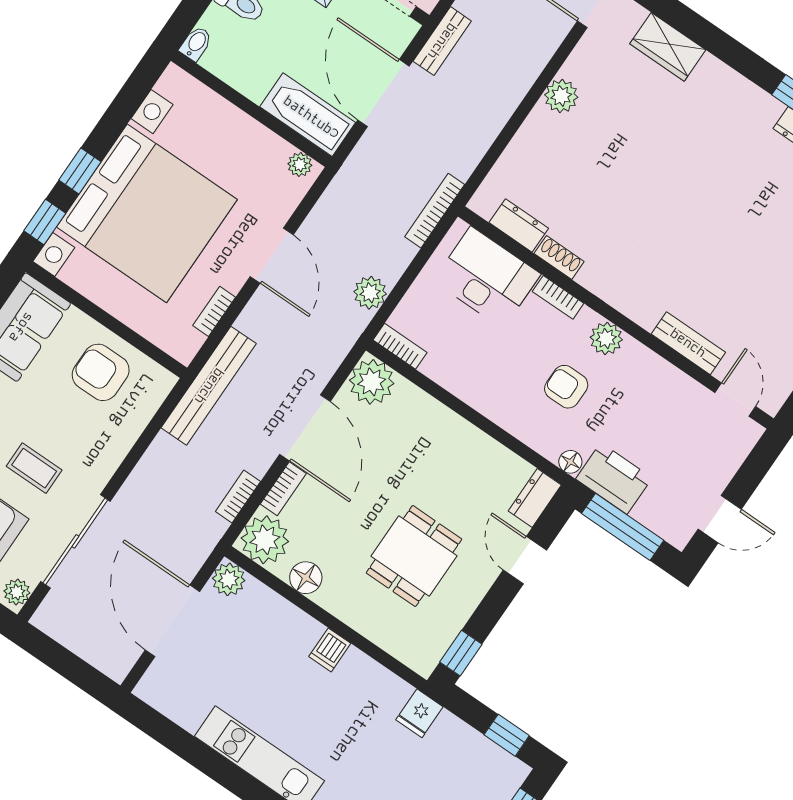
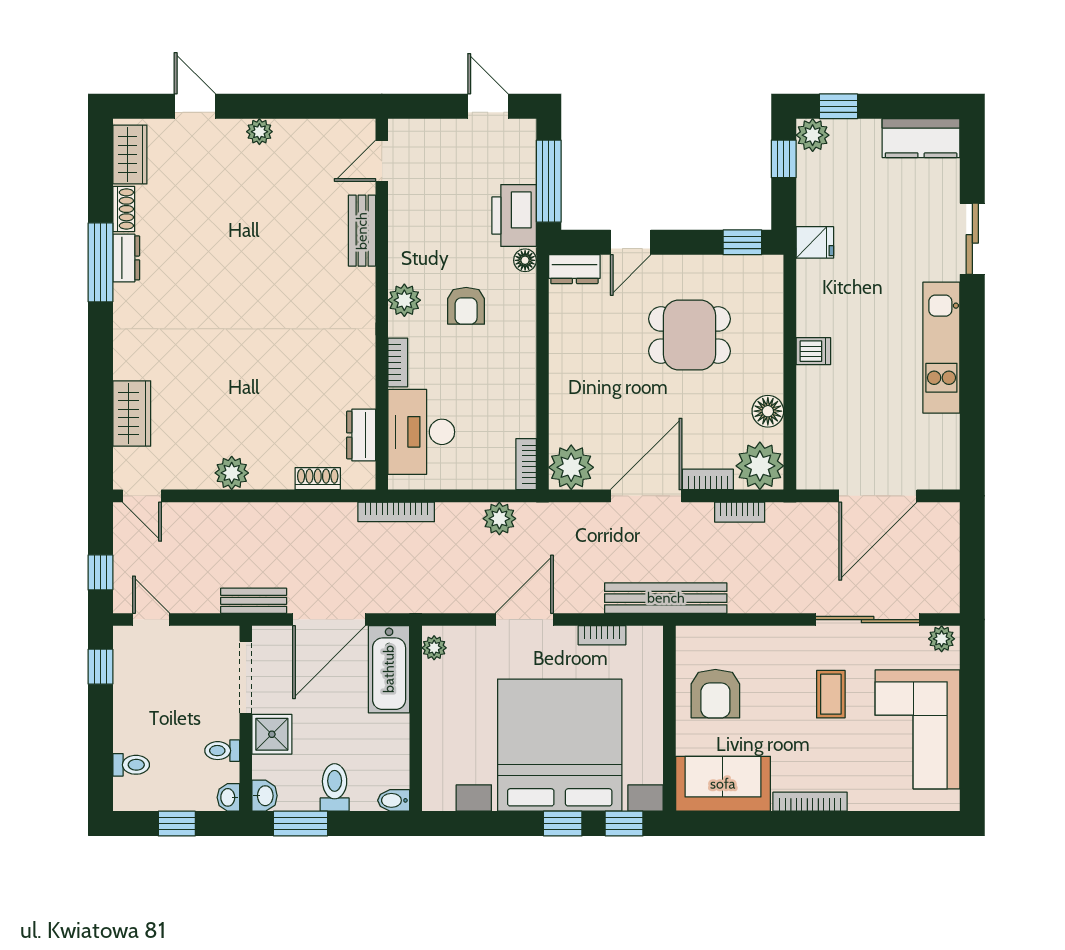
shoe rack: (559, 257) -> (318, 479), moved, turned 90
plant: (229, 579) -> (813, 135), moved

